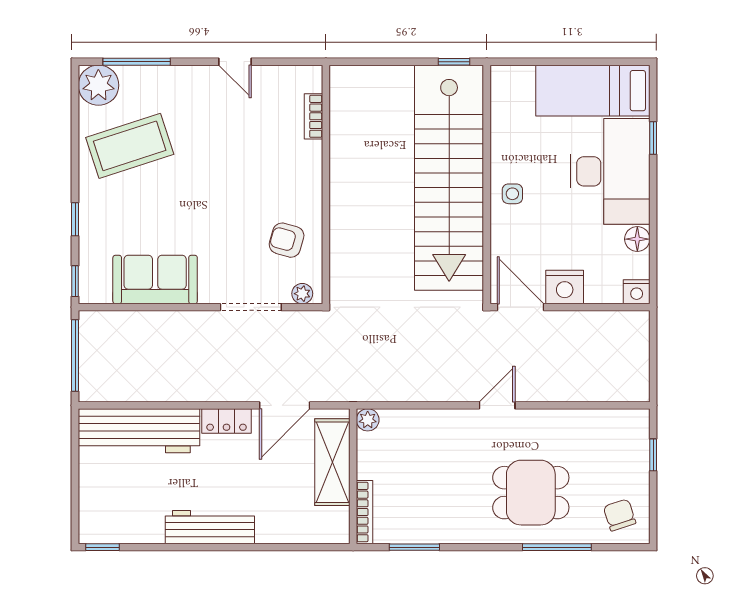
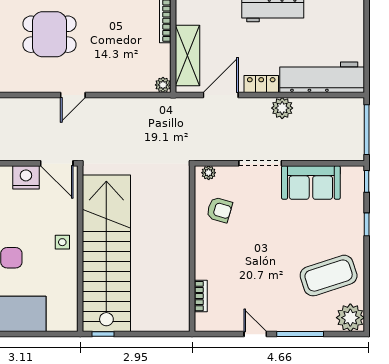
window: (137, 62) -> (300, 334), moved
doorway: (251, 307) -> (260, 163), moved
plant: (196, 386) -> (282, 108), added

